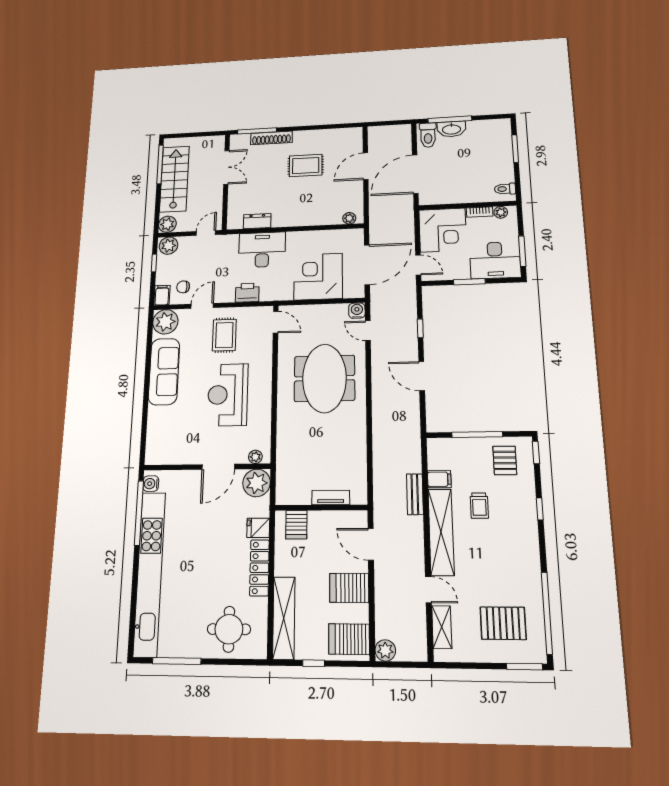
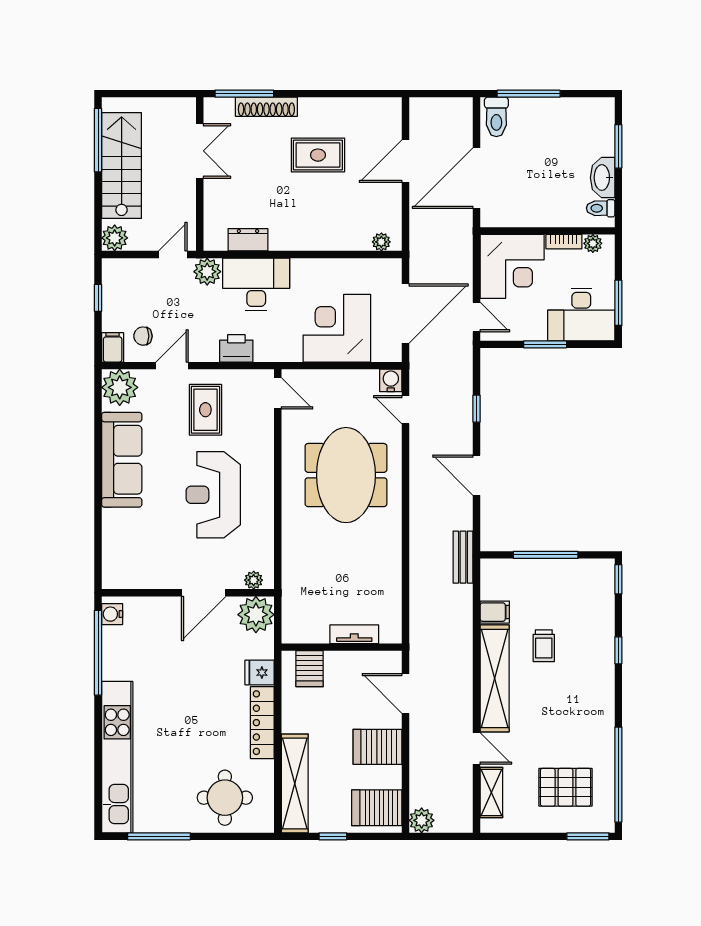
washbasin: (451, 129) -> (603, 178), moved, turned 90
plant: (168, 246) -> (207, 272), moved
pallet: (505, 460) -> (579, 589), removed
bench: (415, 494) -> (463, 557), moved
kitchen unit: (149, 573) -> (117, 757), width x0.73

